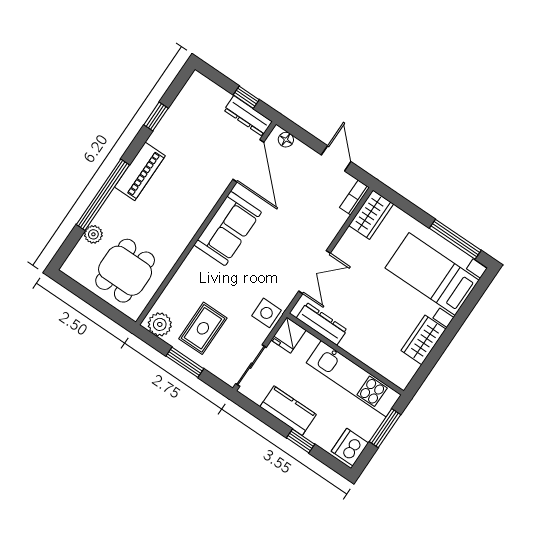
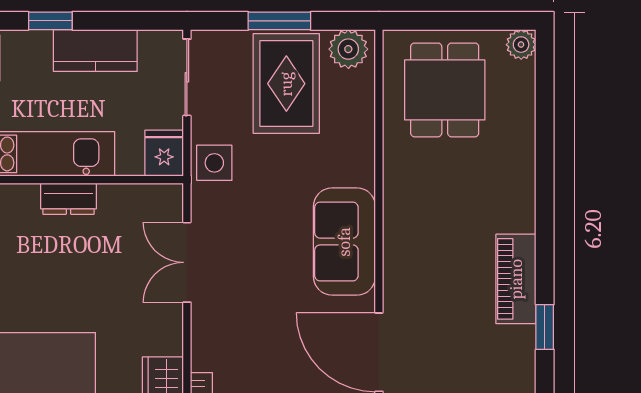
piano: (140, 171) -> (516, 279), moved
window: (103, 195) -> (545, 172), removed
plant: (93, 234) -> (521, 45), moved
dresser: (322, 324) -> (68, 199), moved, width x0.70
rug: (203, 328) -> (286, 84), width x1.36, depth x1.43

